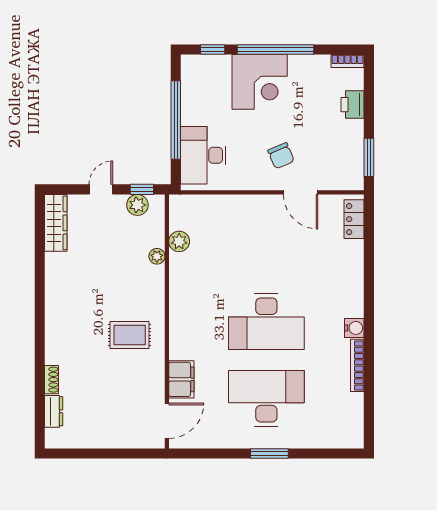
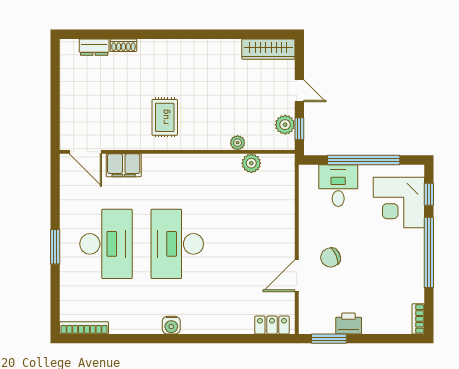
corner desk: (260, 82) -> (399, 203), moved
printer: (353, 105) -> (349, 324), moved
desk: (203, 155) -> (338, 186), width x0.73
bookcase: (357, 365) -> (84, 328), moved

